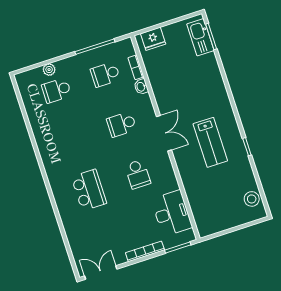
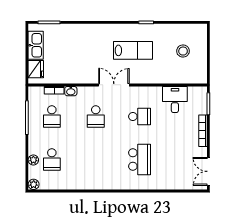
kitchen sink: (200, 37) -> (36, 45), moved, turned -90
plant: (21, 79) -> (34, 184), added
school desk: (89, 190) -> (140, 159), turned 90
stool: (252, 199) -> (183, 51), moved
desk: (172, 213) -> (175, 99), width x0.73

